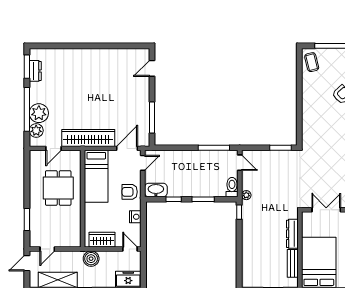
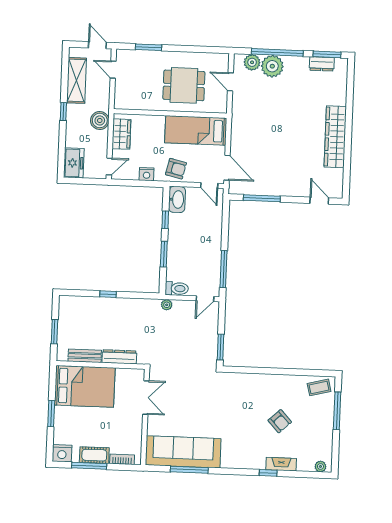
wardrobe: (88, 138) -> (335, 137), moved, turned 180
armchair: (130, 192) -> (176, 169), turned 103
window: (239, 212) -> (108, 294), moved

